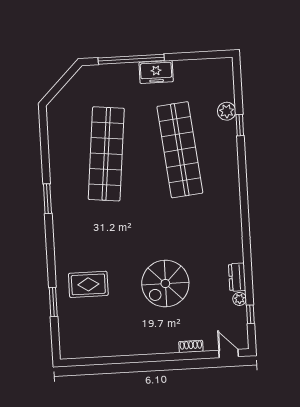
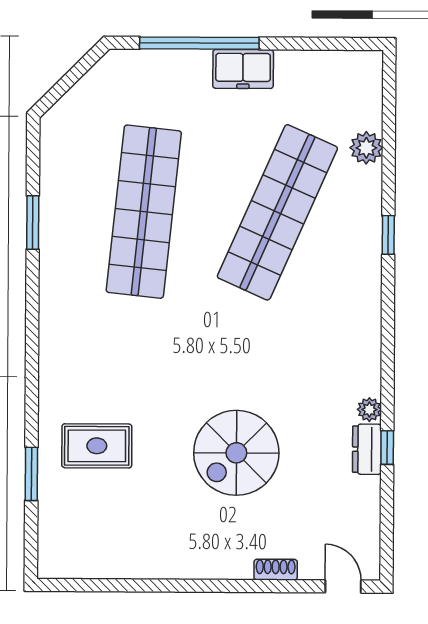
window: (240, 125) -> (388, 235), moved
shop shelf: (180, 150) -> (277, 212), turned 30
window: (47, 199) -> (33, 222), moved
plant: (240, 299) -> (369, 410), moved
window: (250, 314) -> (387, 448), moved

